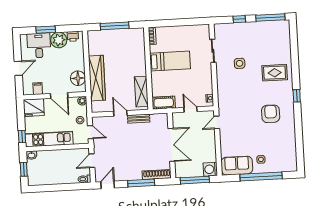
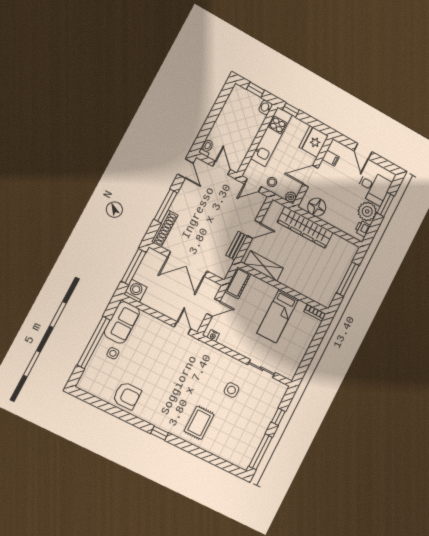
armchair: (271, 114) -> (127, 396), moved

